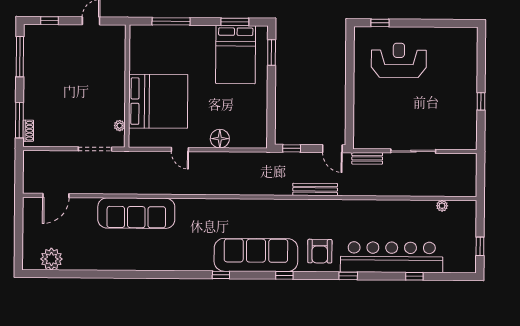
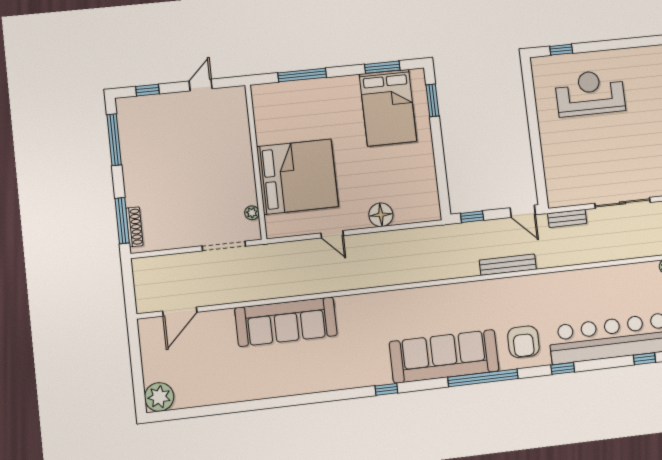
shoe rack: (28, 131) -> (134, 227), width x1.43
plant: (51, 259) -> (159, 397), moved
window: (221, 275) -> (386, 389), moved
window: (284, 275) -> (483, 378), width x3.17

